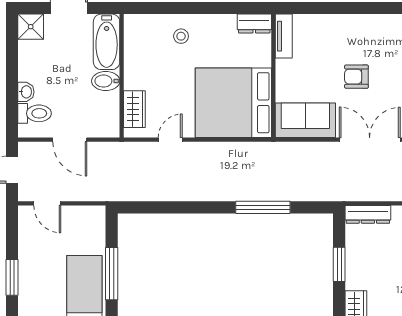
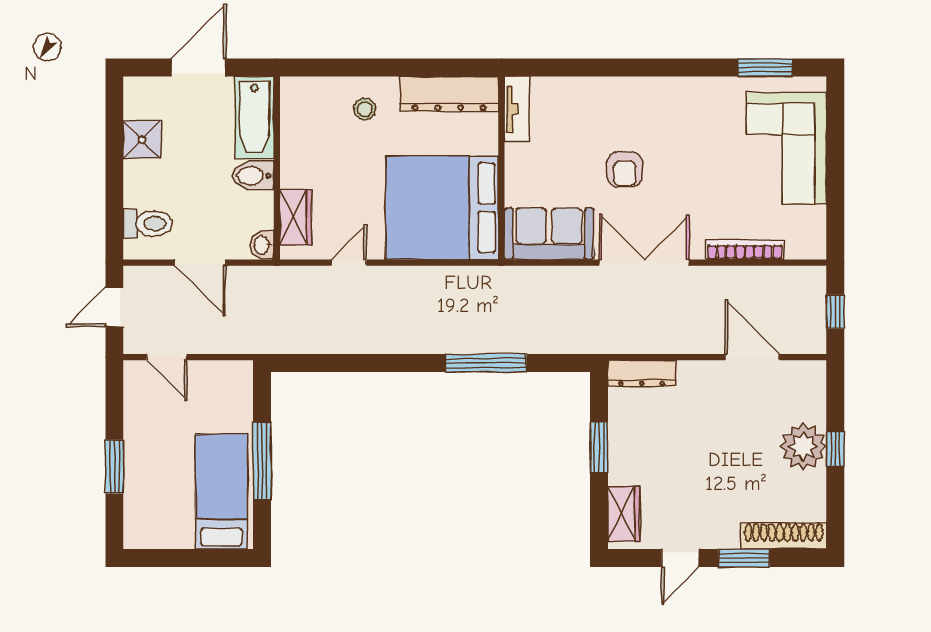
dresser: (254, 24) -> (449, 94), width x1.96, depth x1.24
shower: (31, 27) -> (142, 140), moved
armchair: (356, 77) -> (625, 169), turned -90
washbasin: (26, 92) -> (262, 245), moved, turned 180

